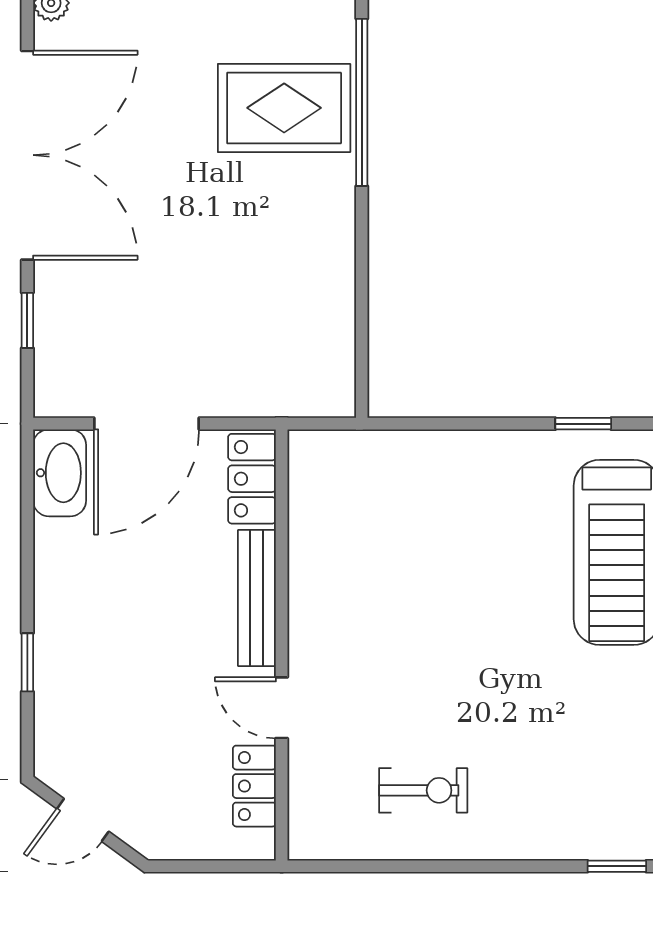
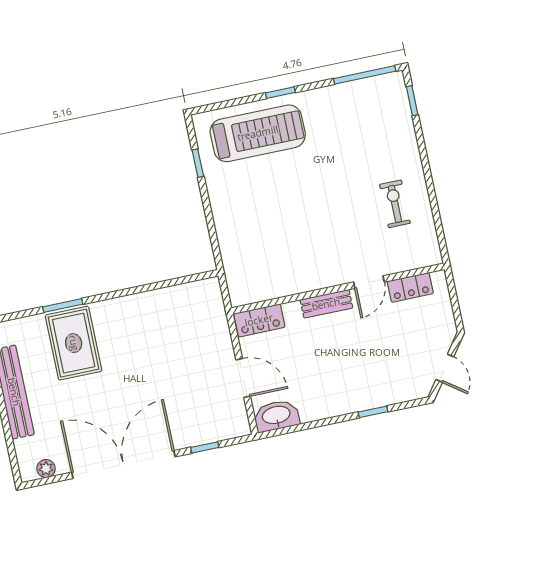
window: (362, 102) -> (63, 305), width x0.47
door: (147, 424) -> (243, 378), width x0.73
bench: (257, 598) -> (326, 304), width x0.73

